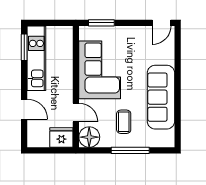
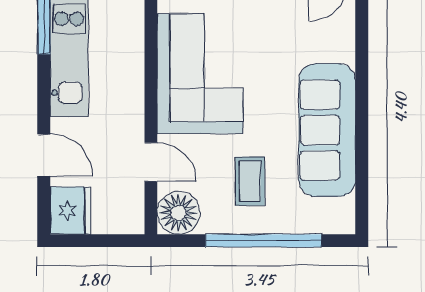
fridge: (61, 138) -> (70, 211), moved, turned 90
window: (130, 150) -> (263, 241), width x1.46

